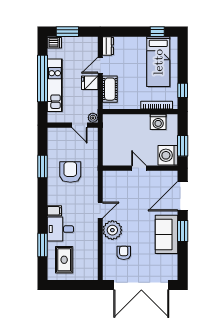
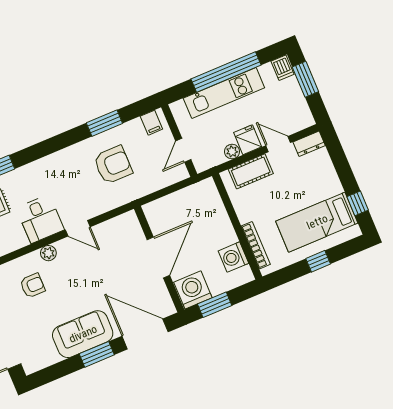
window: (183, 90) -> (318, 261), moved
plant: (93, 118) -> (232, 152), moved
door: (139, 168) -> (158, 257), width x1.87
filing cabinet: (54, 211) -> (151, 123), moved
desk: (60, 229) -> (40, 219), moved, turned 180
plant: (112, 230) -> (48, 253), width x0.53, depth x0.53

